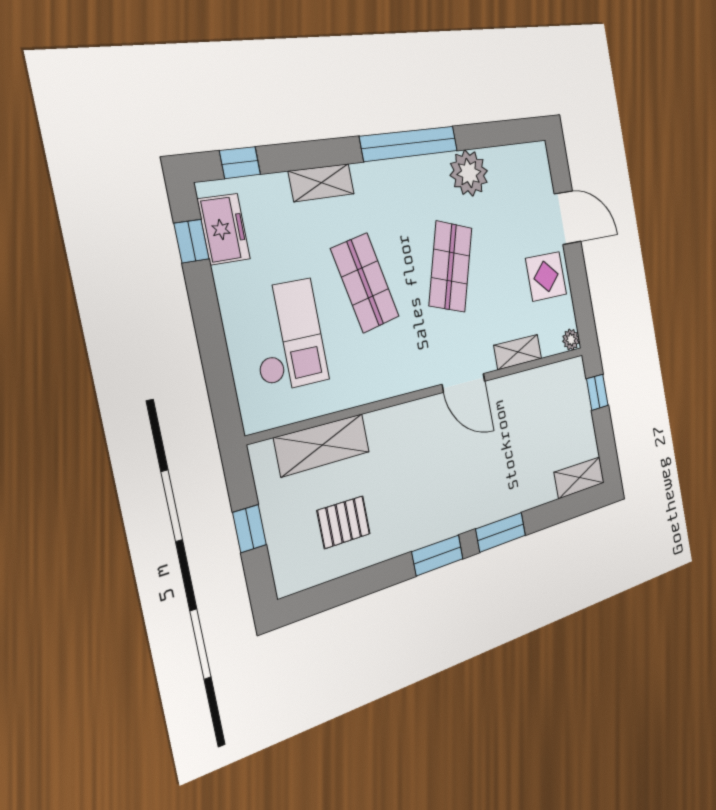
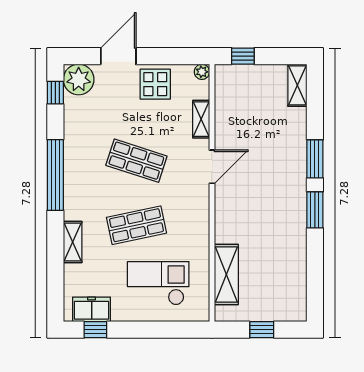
window: (240, 163) -> (55, 93), moved
plant: (469, 173) -> (79, 79), moved
pallet: (344, 522) -> (275, 270), removed

